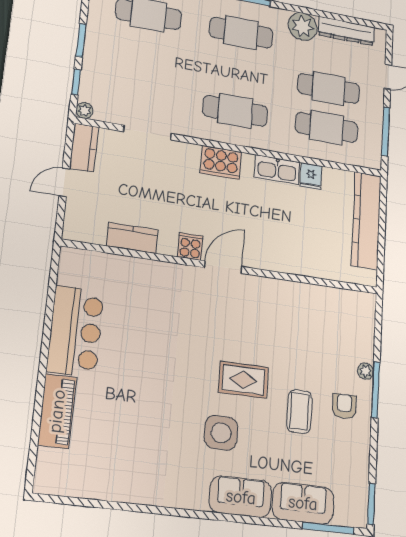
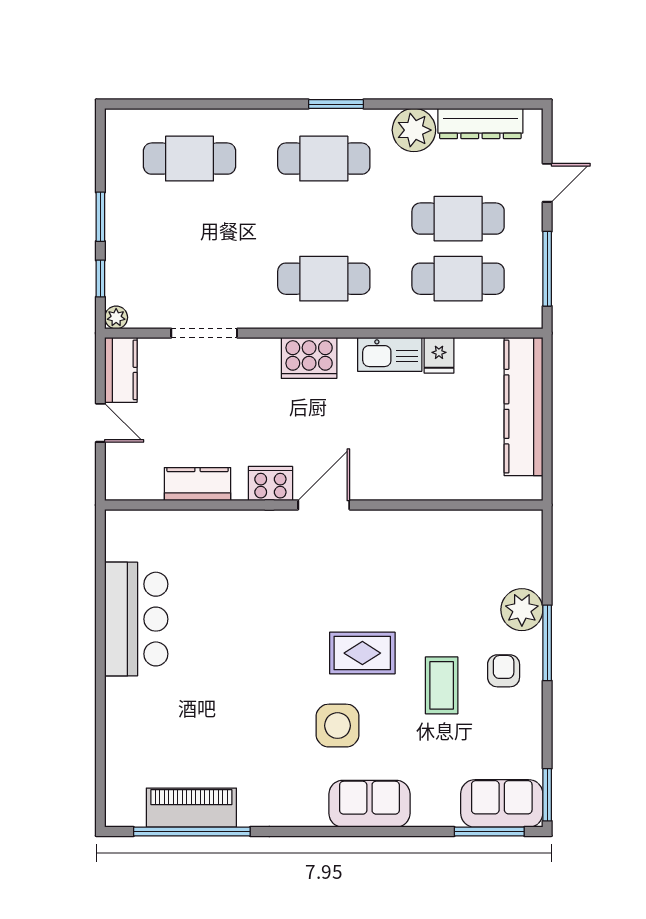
door: (64, 182) -> (100, 423), swing flipped
cooker: (190, 247) -> (270, 484), width x1.36
plant: (366, 371) -> (522, 610), width x1.88, depth x1.88
piano: (57, 411) -> (191, 808), moved, turned -90
sofa: (303, 503) -> (502, 803), moved
window: (101, 504) -> (192, 832), added

